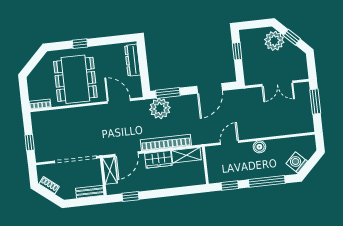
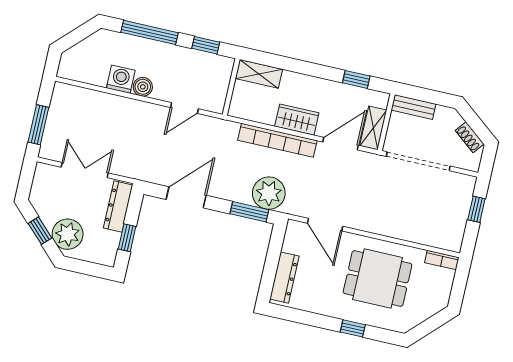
dresser: (249, 68) -> (118, 207), added
dining table: (75, 79) -> (378, 279), width x0.73
shelving: (186, 155) -> (259, 74), moved
washing machine: (297, 162) -> (121, 79), moved, turned -135

